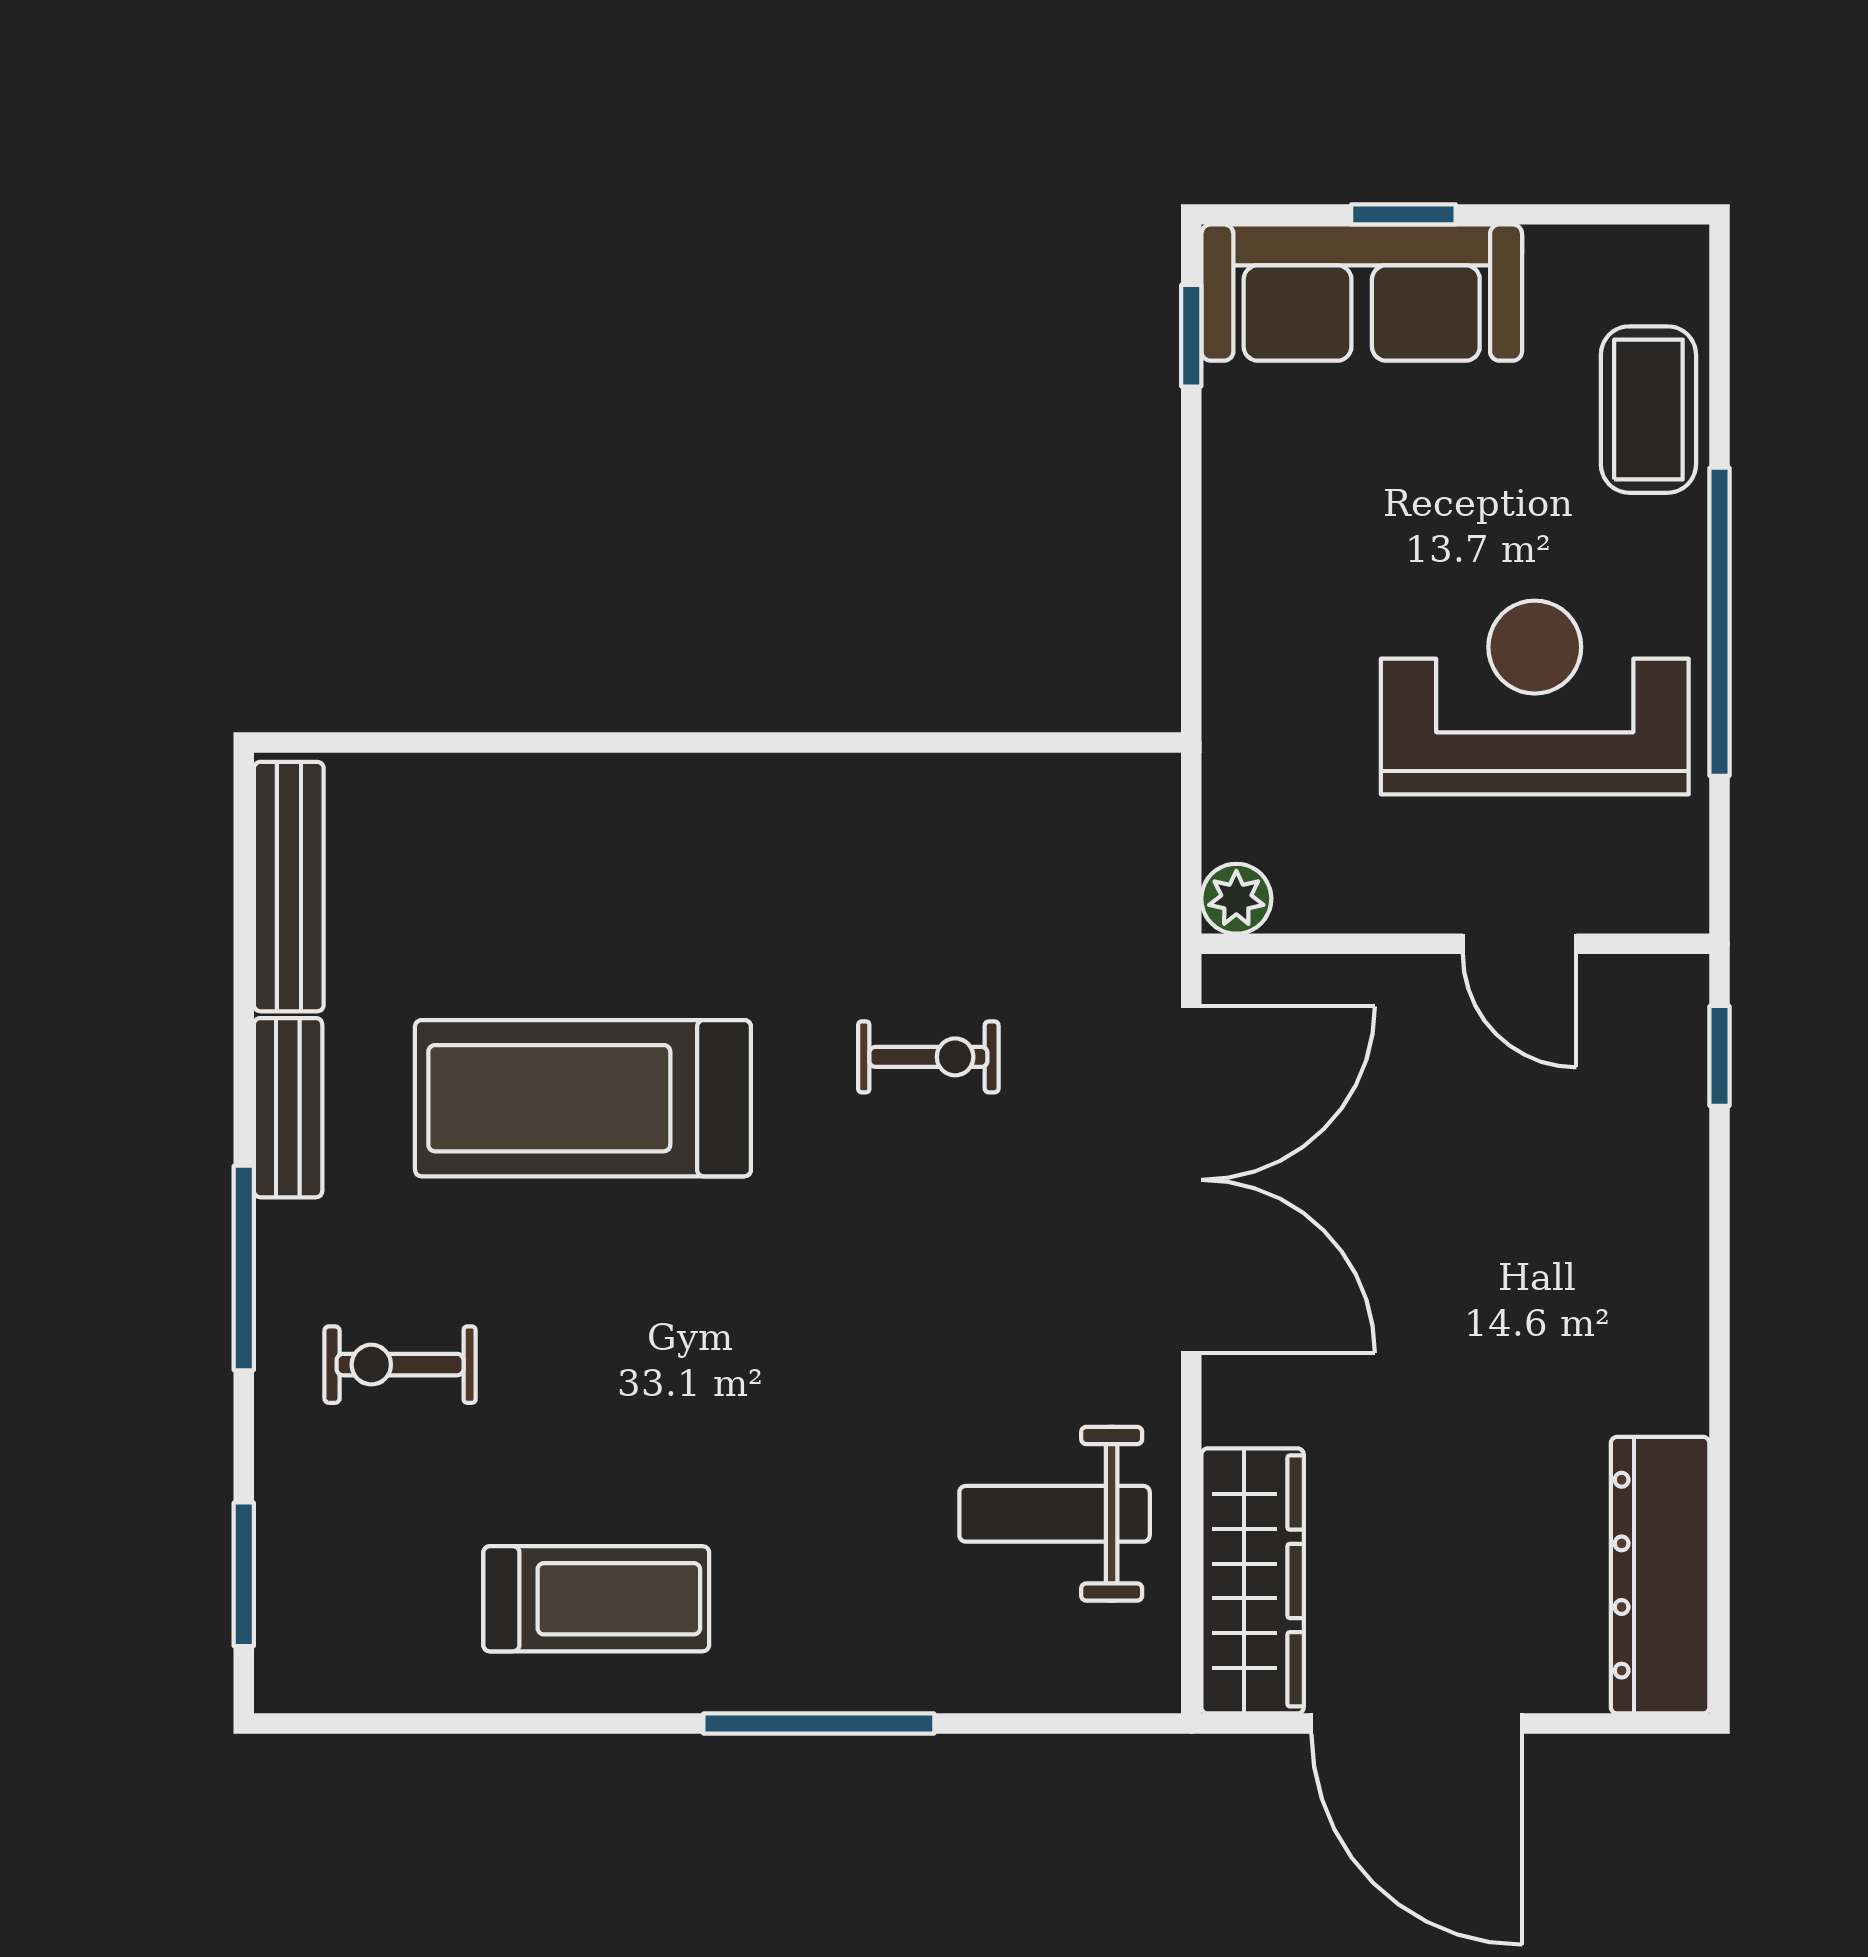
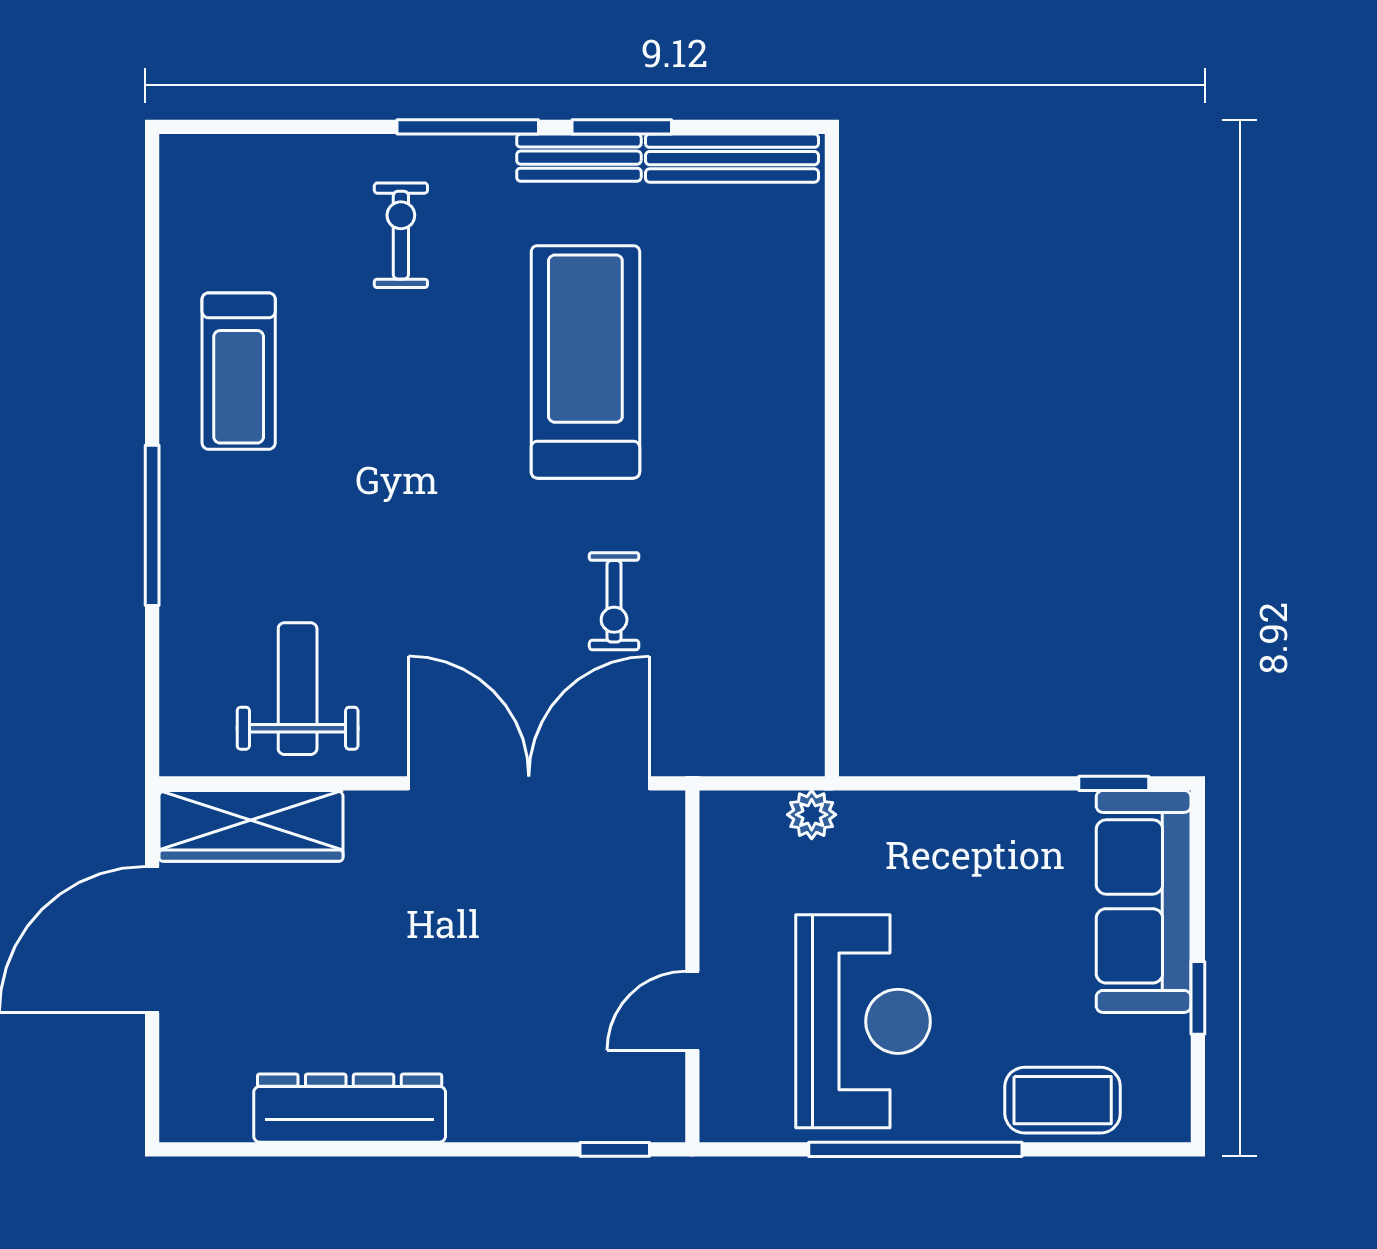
window: (1403, 214) -> (1198, 998), moved
plant: (1236, 899) -> (812, 815), moved
double door: (1191, 1180) -> (529, 783), swing flipped
window: (244, 1574) -> (622, 127), moved
dresser: (1660, 1575) -> (350, 1108), moved

